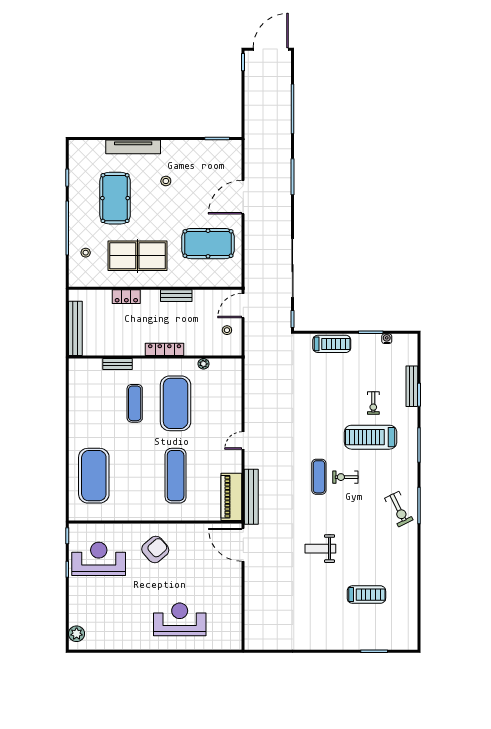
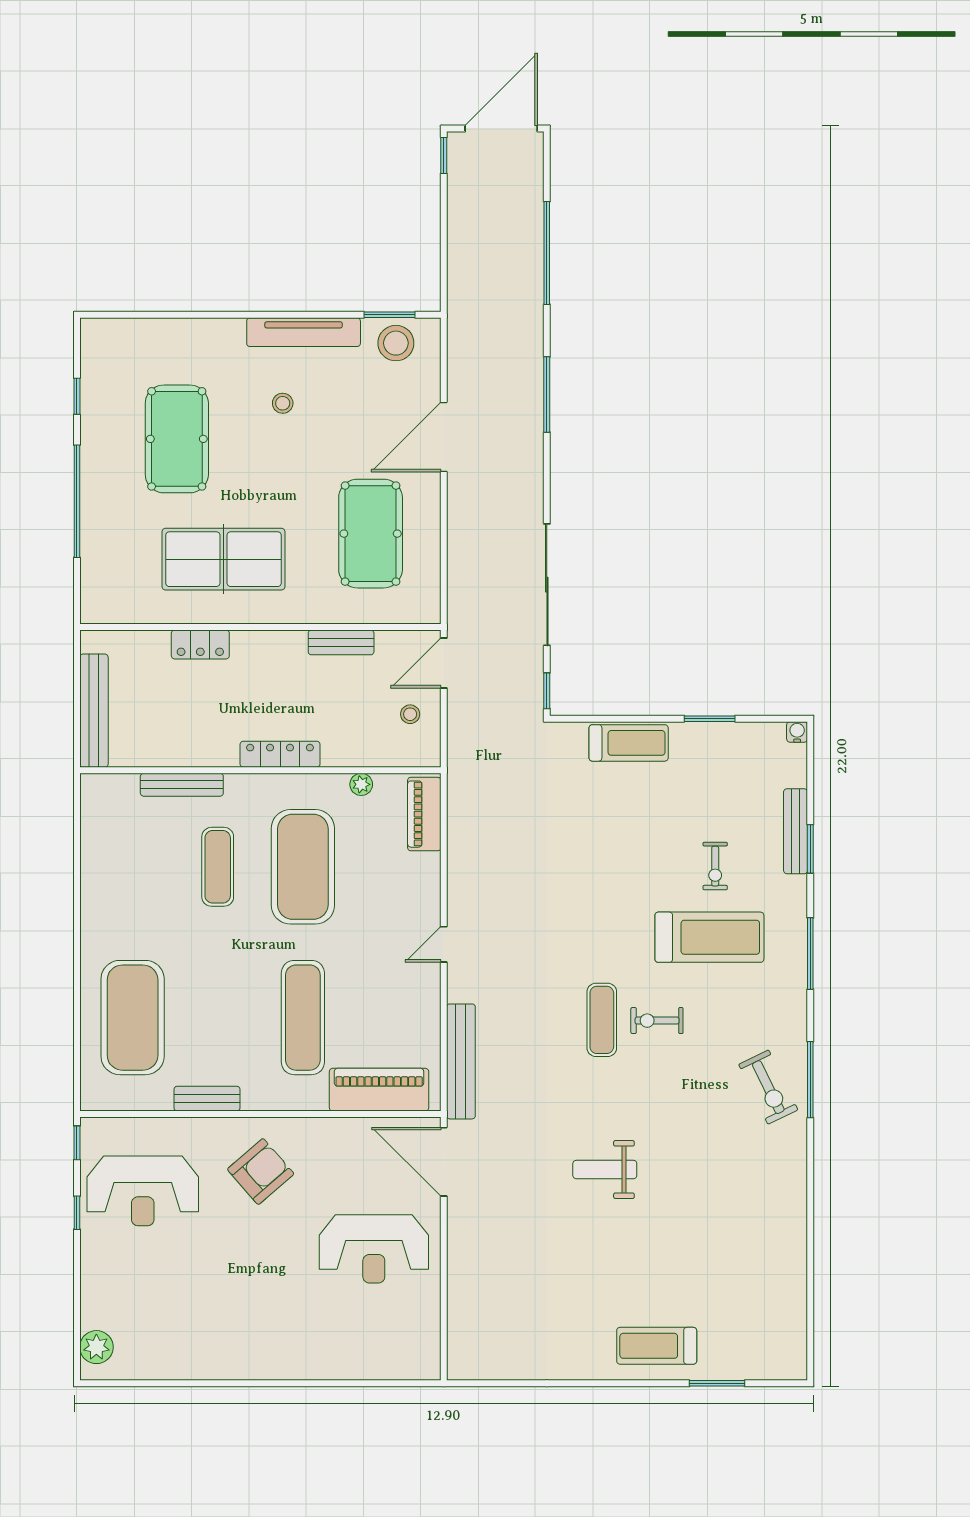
tv unit: (133, 147) -> (304, 332), moved
pool table: (208, 244) -> (371, 534), turned 90
stool: (86, 253) -> (396, 343), moved, width x1.89, depth x1.89
bench: (176, 296) -> (341, 642), moved
water cooler: (387, 339) -> (797, 732), moved
bench: (117, 364) -> (182, 785), width x1.36
piano: (234, 378) -> (424, 814), added
treadmill: (371, 437) -> (709, 937), turned 180
piano: (231, 497) -> (379, 1090), moved, turned 90
bench: (130, 515) -> (207, 1099), added
reception desk: (99, 559) -> (143, 1191), turned 180
treadmill: (366, 595) -> (657, 1346), moved, turned 180
reception desk: (180, 619) -> (374, 1249), moved, turned 180

